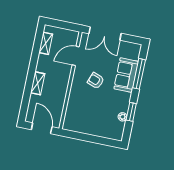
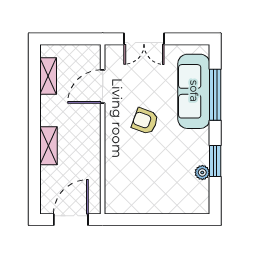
double door: (105, 33) -> (144, 39), width x0.73
sofa: (126, 75) -> (194, 91), width x1.36
door: (42, 128) -> (71, 220), hinge flipped

